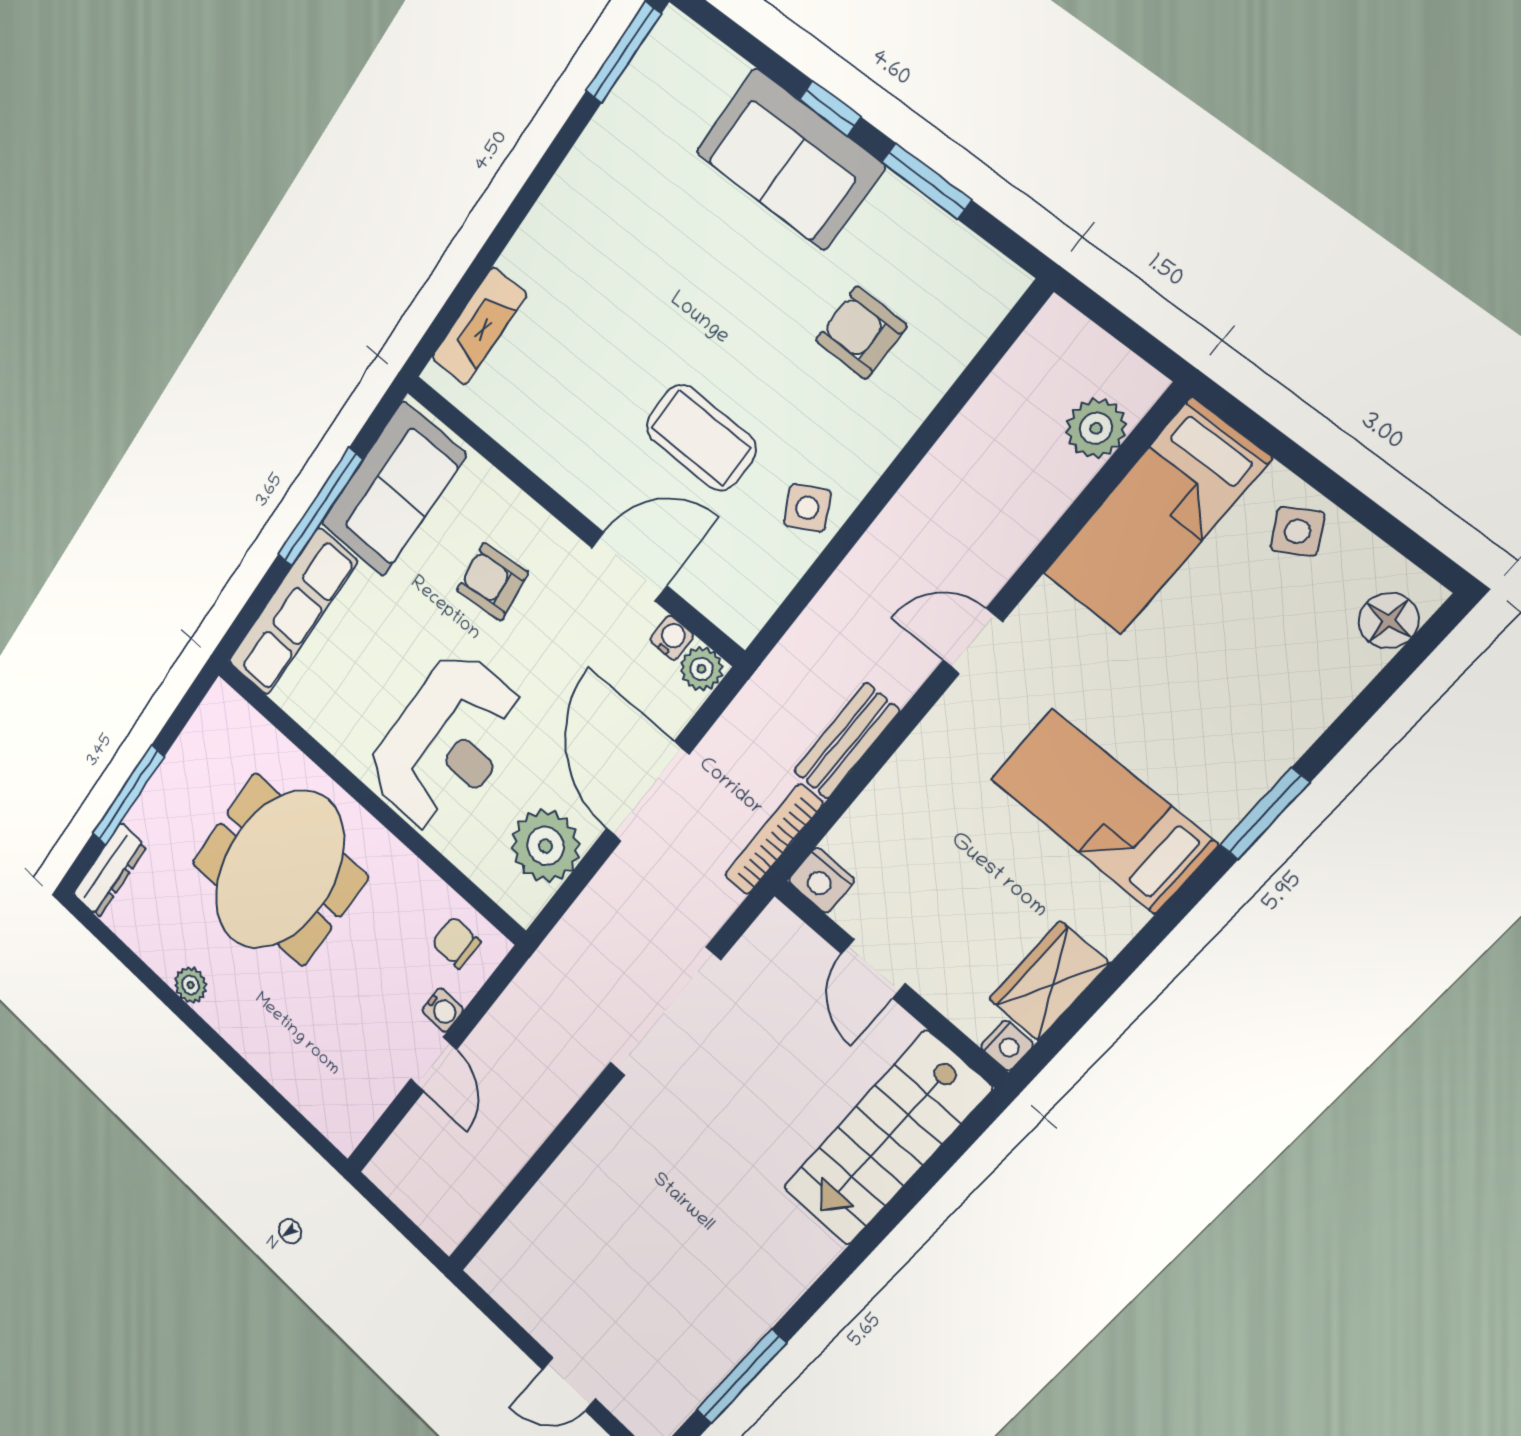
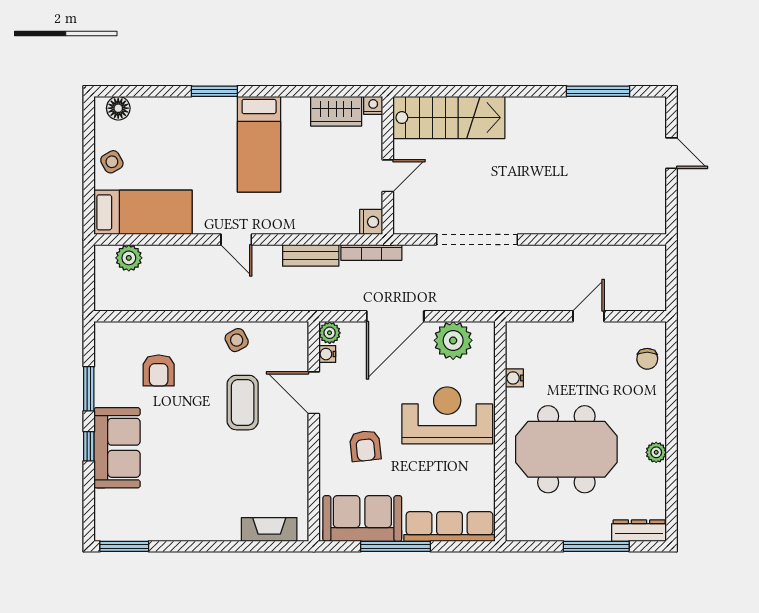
chair: (456, 943) -> (647, 359), moved
water cooler: (443, 1010) -> (514, 378), moved, turned -90

